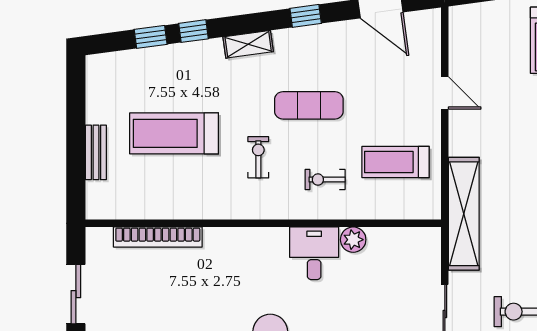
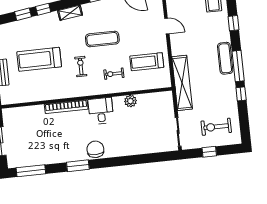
bookcase: (158, 237) -> (66, 107), moved
desk: (314, 253) -> (101, 111), moved

